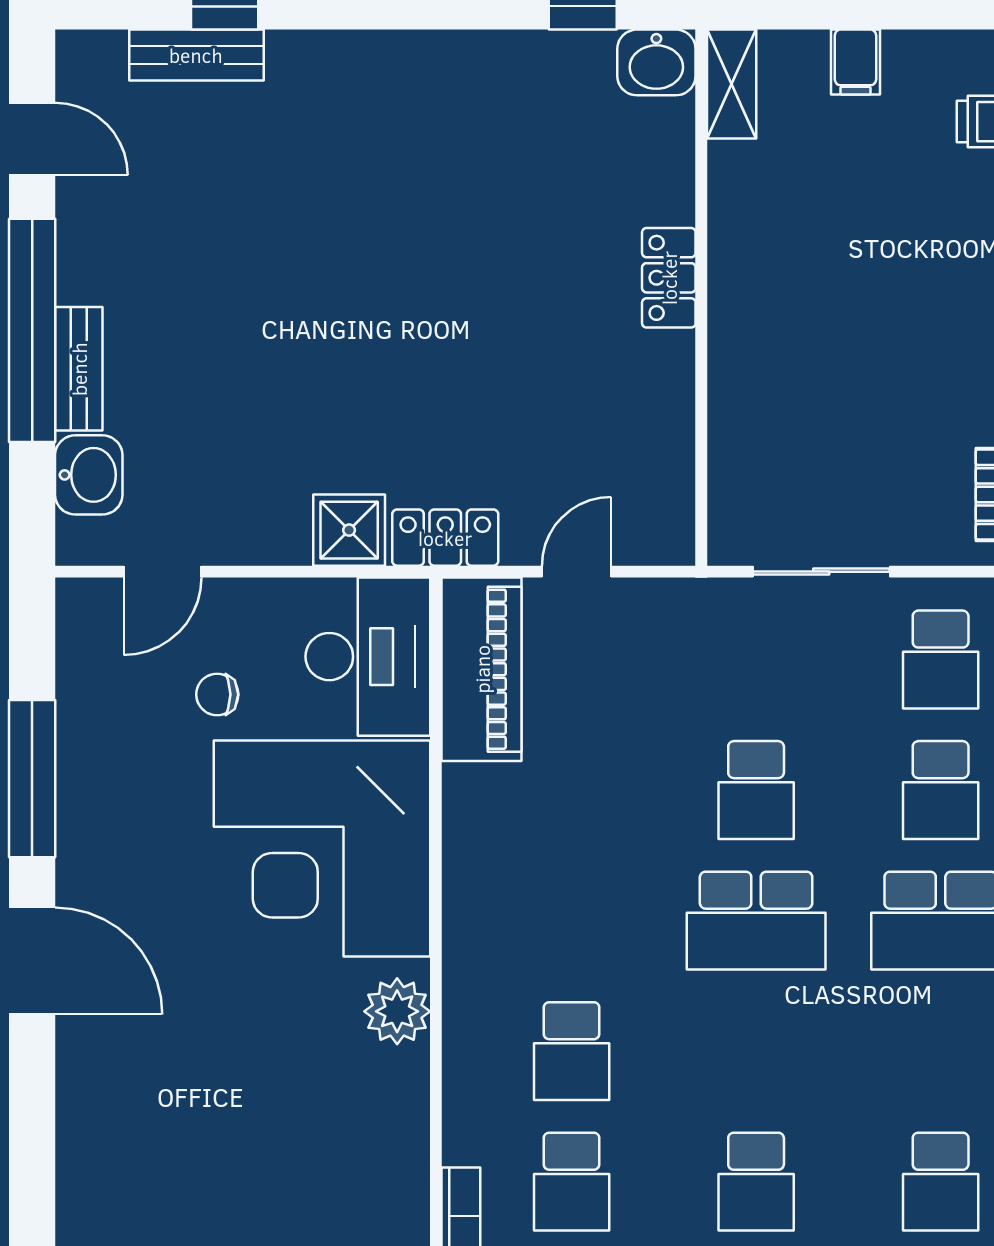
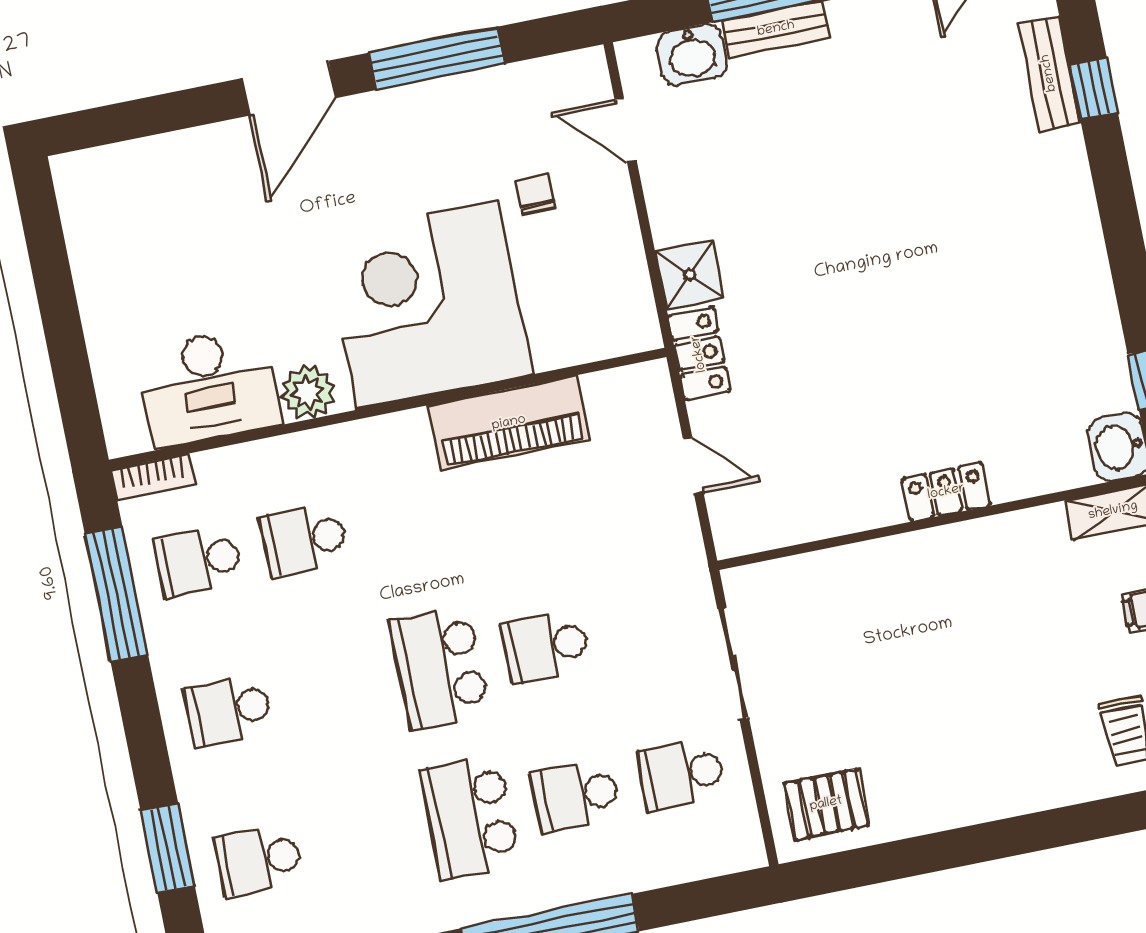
desk: (368, 657) -> (208, 387), moved
piano: (482, 669) -> (509, 423), moved

